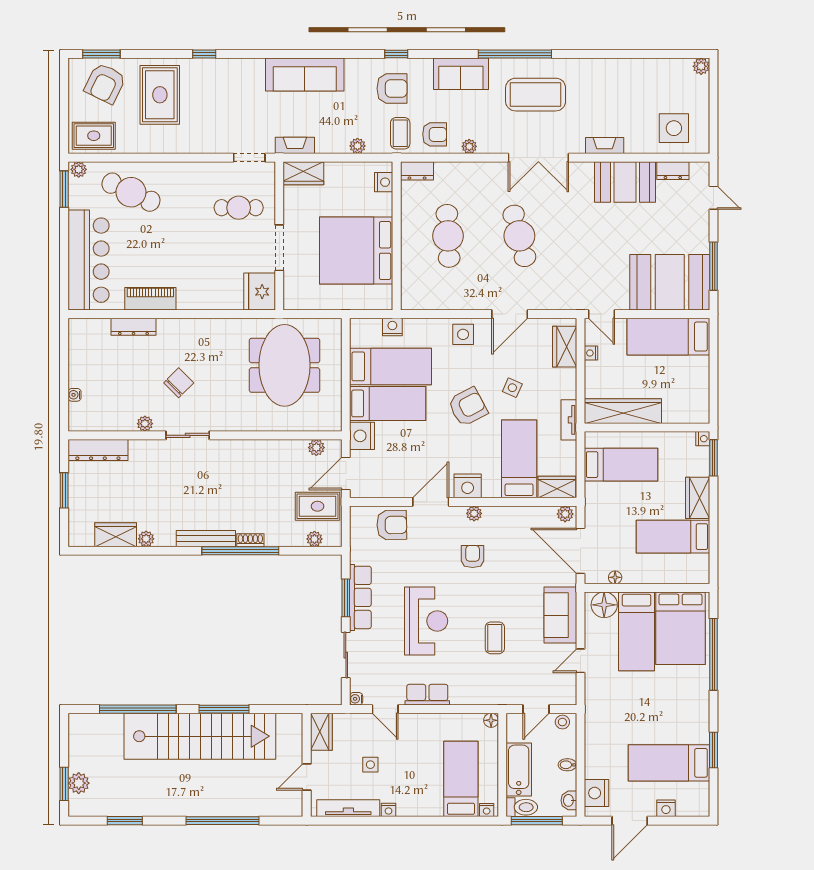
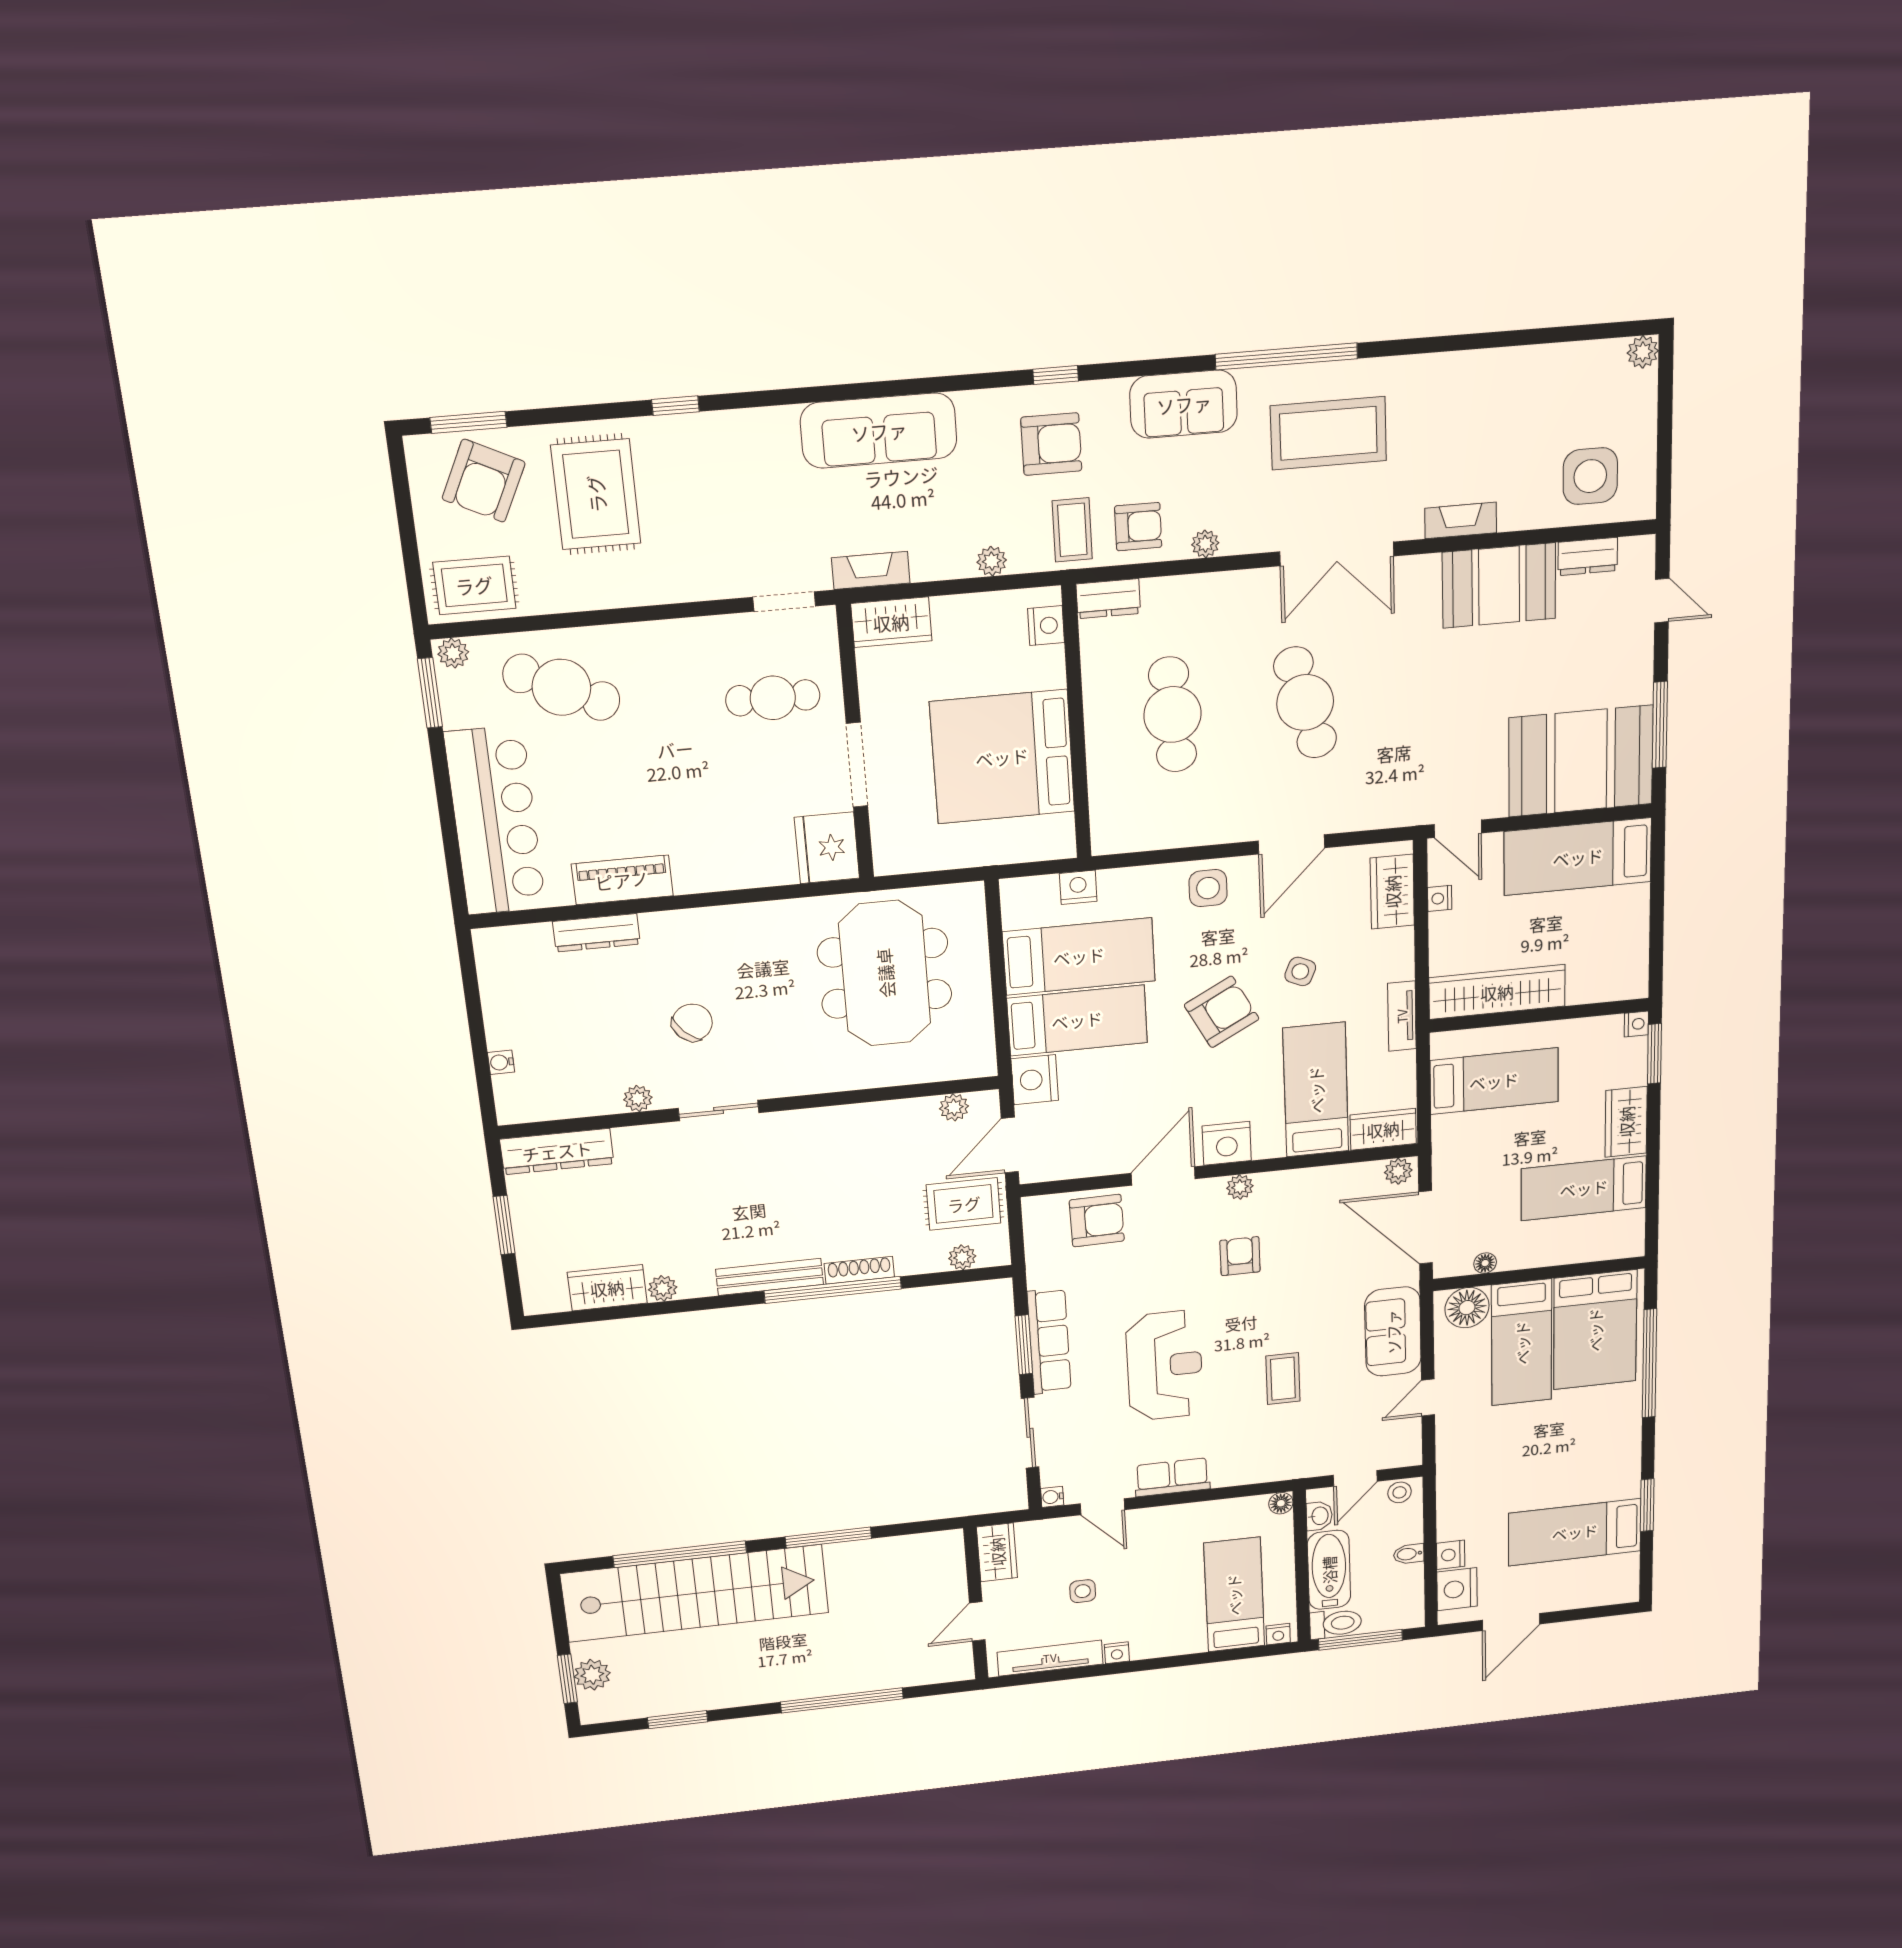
shoe rack: (250, 540) -> (859, 1270), width x1.43
stairs: (200, 736) -> (695, 1593), moved
washbasin: (569, 800) -> (1319, 1516), moved, turned 180
nightstand: (666, 808) -> (1451, 1555), moved, turned 90

